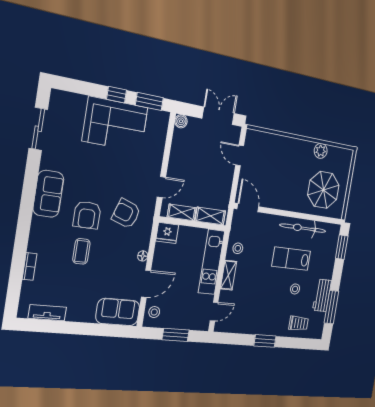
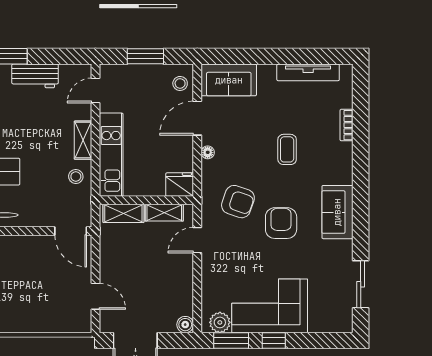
plant: (155, 118) -> (220, 322), added
armchair: (87, 215) -> (281, 223), moved
tv unit: (47, 313) -> (308, 72), width x1.41
workbench: (252, 326) -> (35, 76), added

